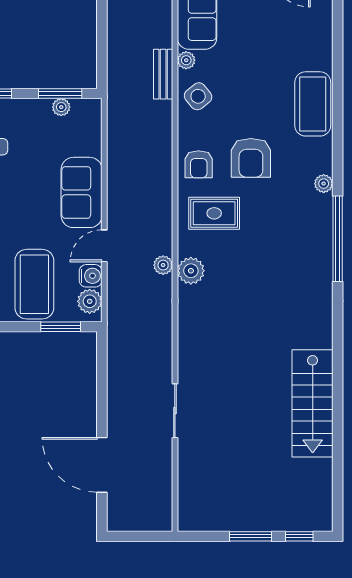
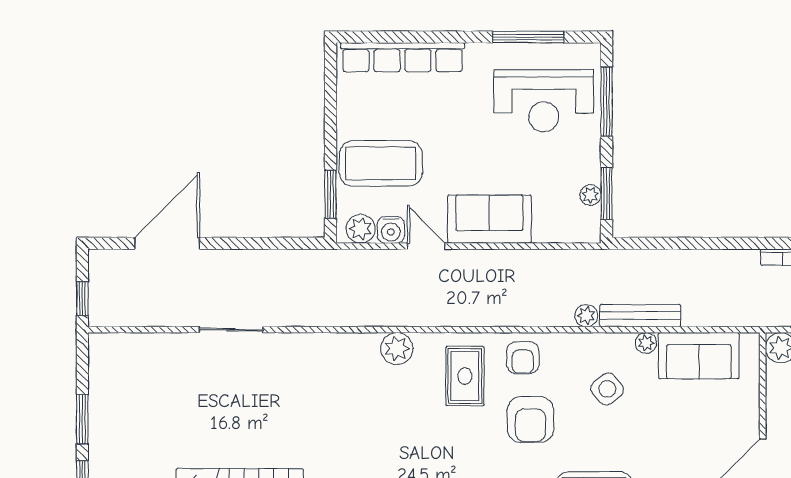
bench: (163, 74) -> (640, 316), width x1.36
side table: (198, 96) -> (607, 389), moved
armchair: (251, 158) -> (530, 420), turned -90
armchair: (199, 164) -> (523, 358), turned -90
plant: (163, 265) -> (586, 316), moved
window: (149, 536) -> (82, 298), added

